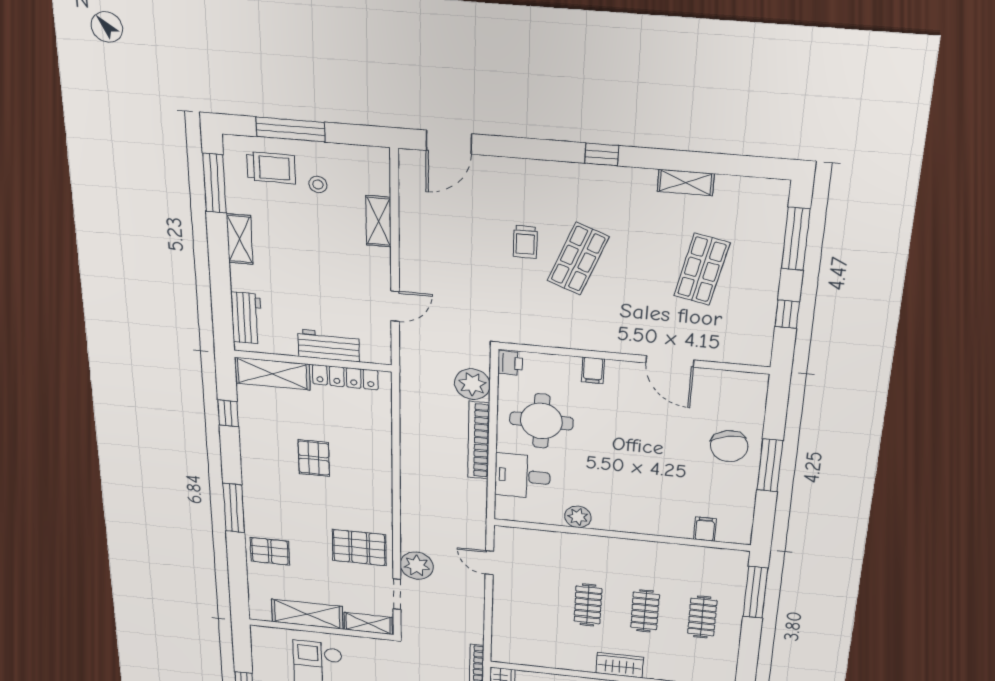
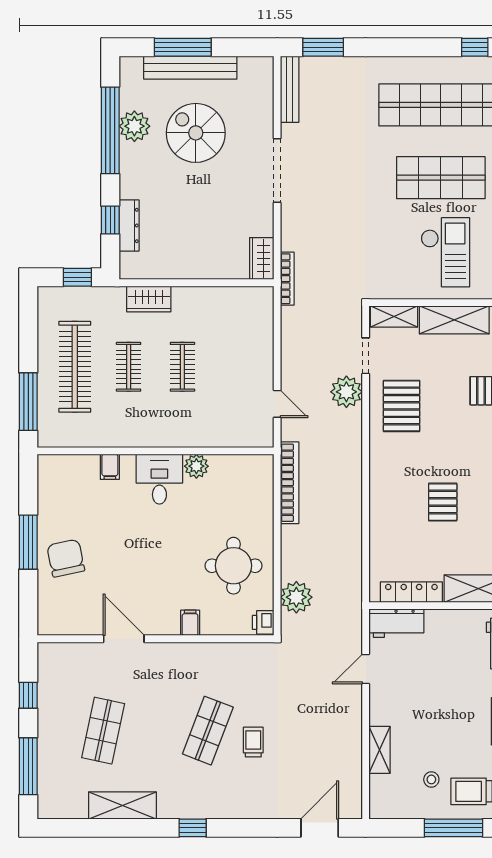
shelving: (686, 183) -> (122, 805), width x1.50, depth x1.33
workbench: (329, 346) -> (396, 623), moved
bookcase: (479, 440) -> (290, 483), moved
desk: (522, 476) -> (159, 479), moved, turned -90
filing cabinet: (705, 529) -> (110, 467), moved
pallet: (359, 548) -> (402, 406), turned 90
clothes rail: (702, 617) -> (75, 367), width x1.86, depth x1.31

